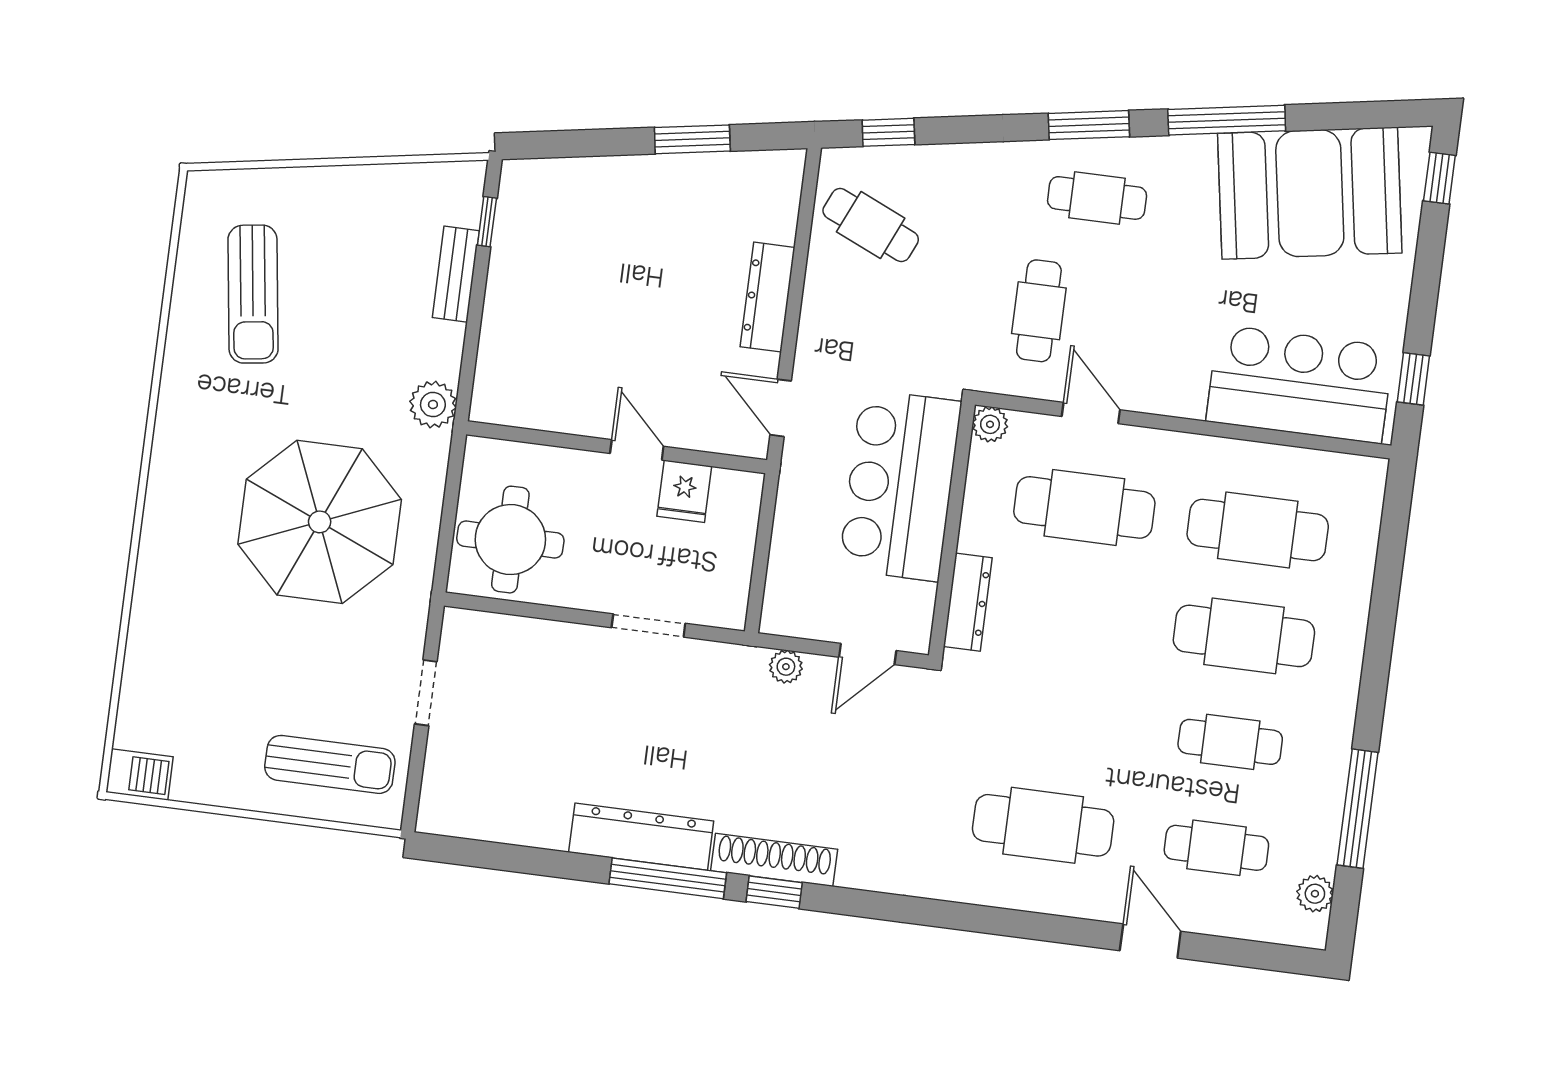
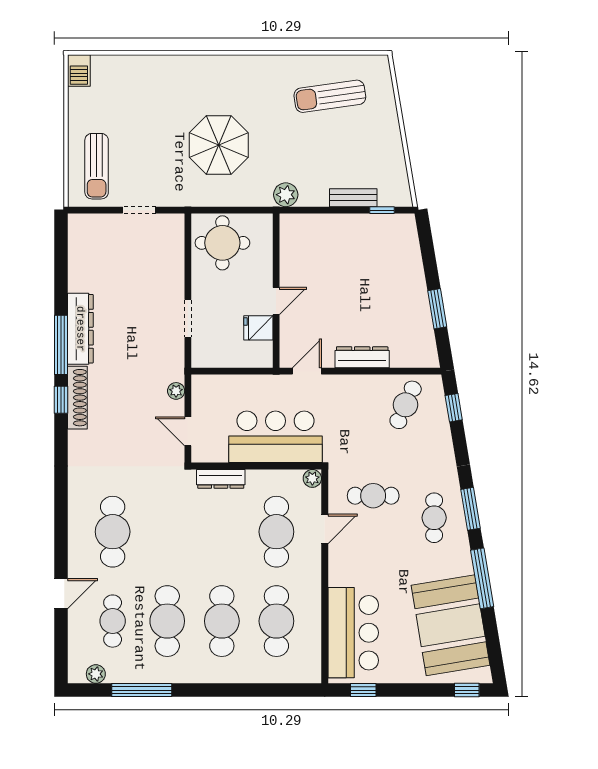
parasol: (320, 522) -> (219, 145), width x0.73, depth x0.73
cafe table: (1230, 742) -> (167, 621), width x1.37, depth x1.35

